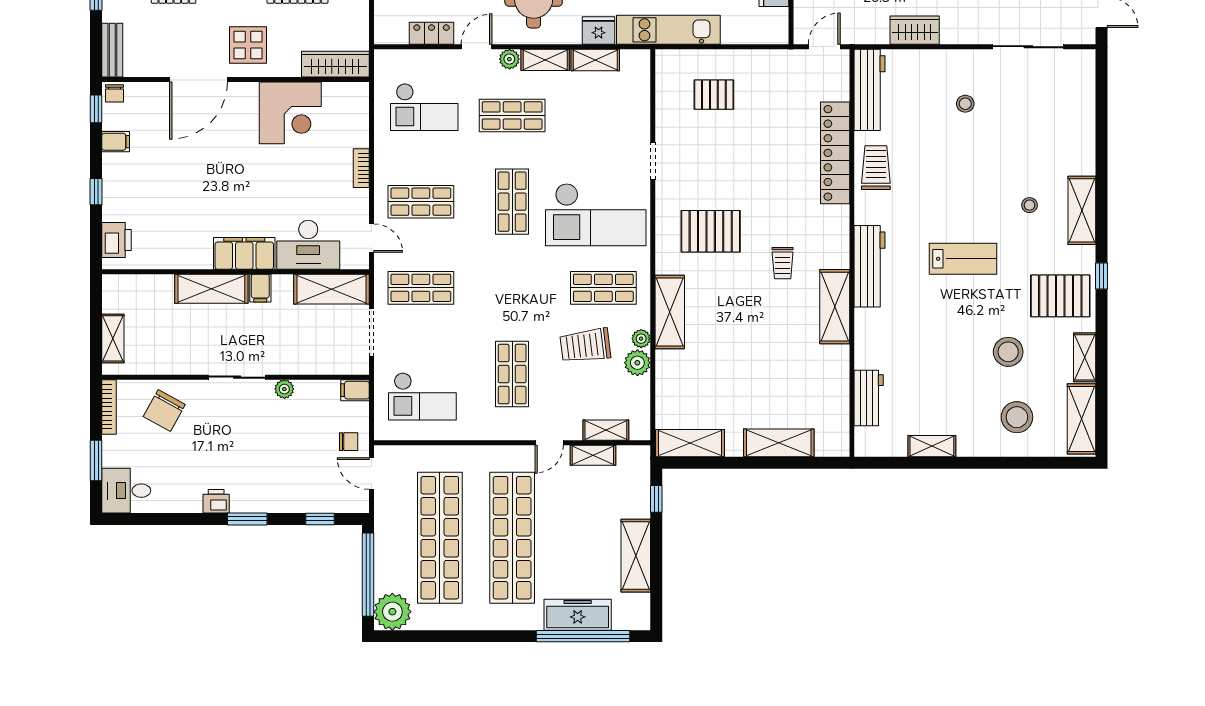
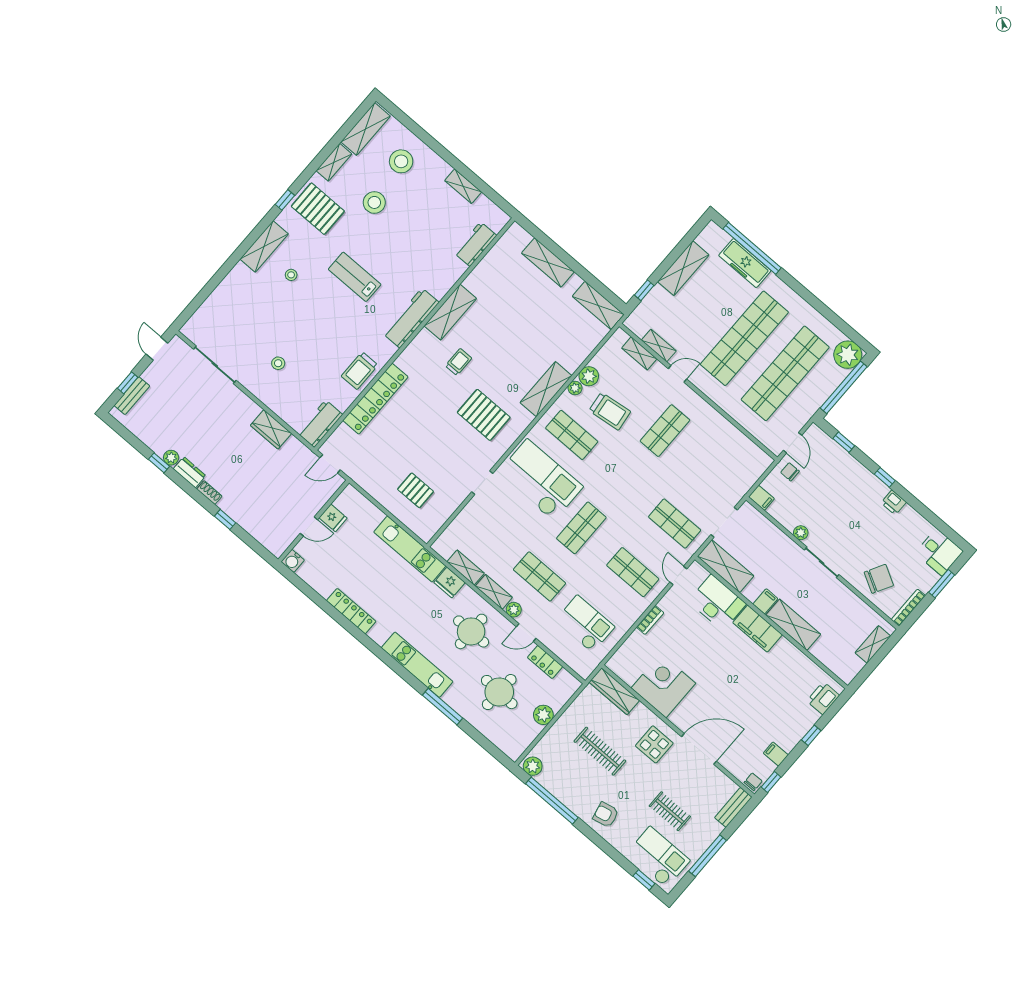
workbench: (870, 90) -> (320, 424), width x0.73
checkout: (422, 396) -> (726, 462), removed
window: (247, 519) -> (885, 477), width x0.67

